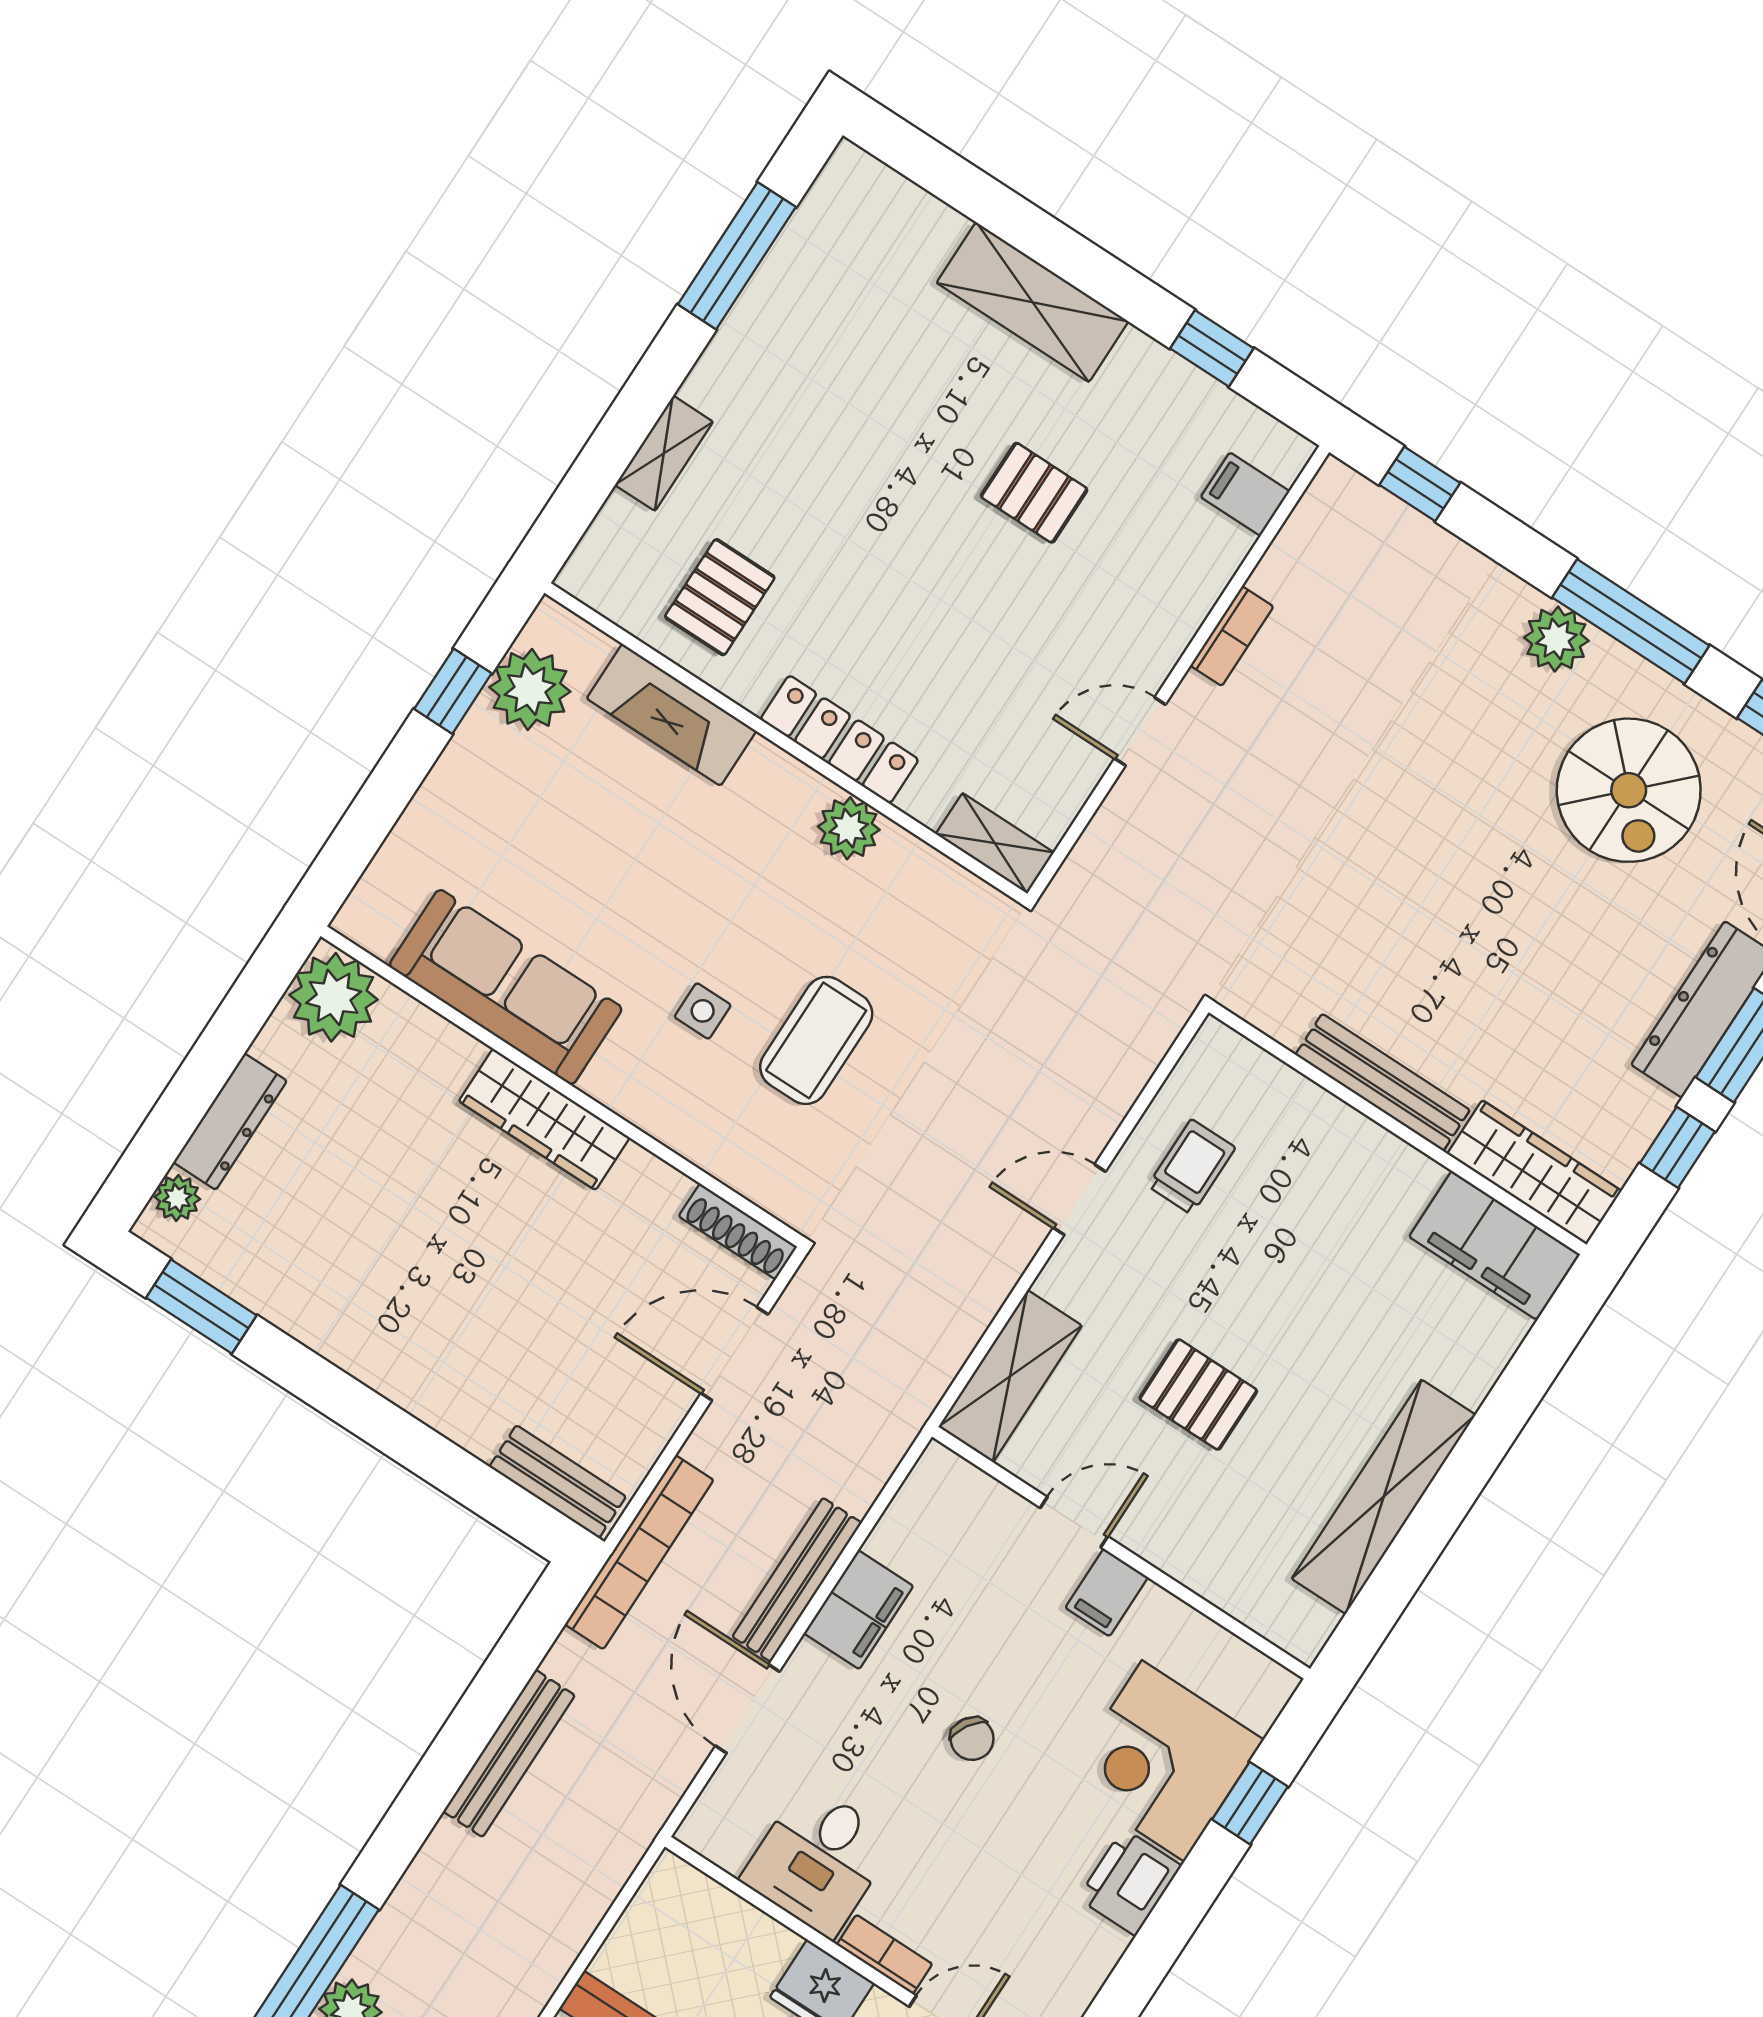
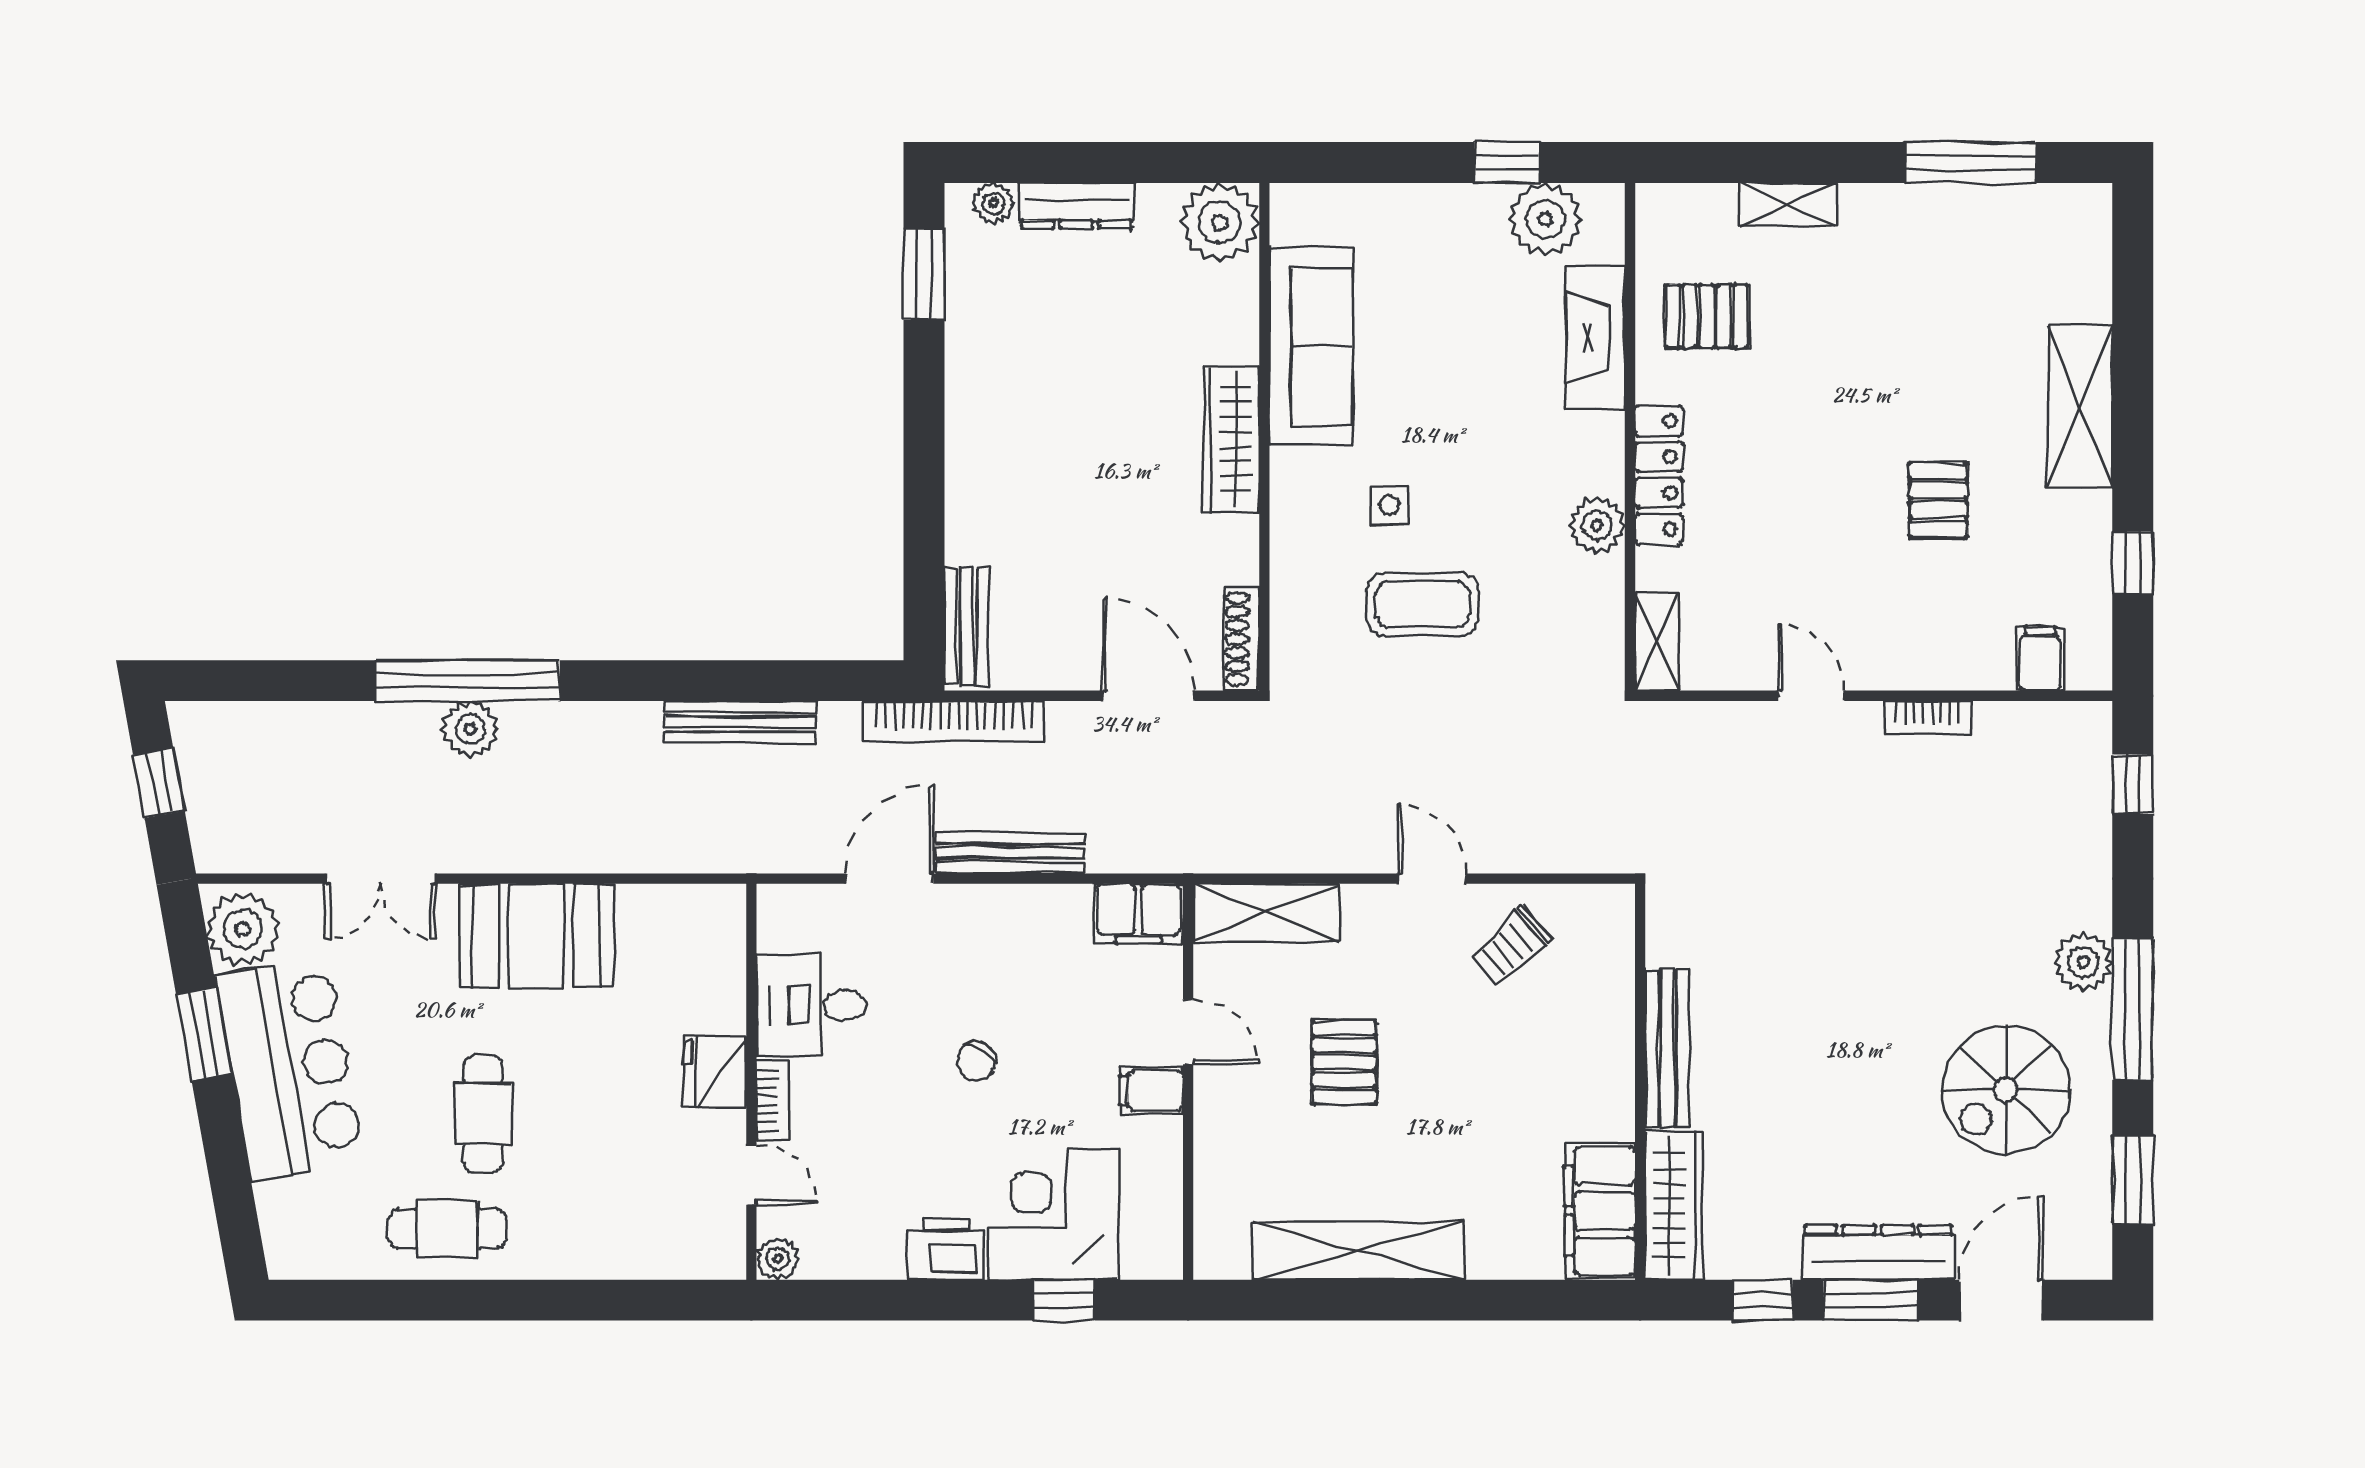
trolley: (1192, 1167) -> (1511, 946), turned 138
filing cabinet: (859, 1610) -> (1139, 913), moved

